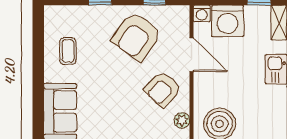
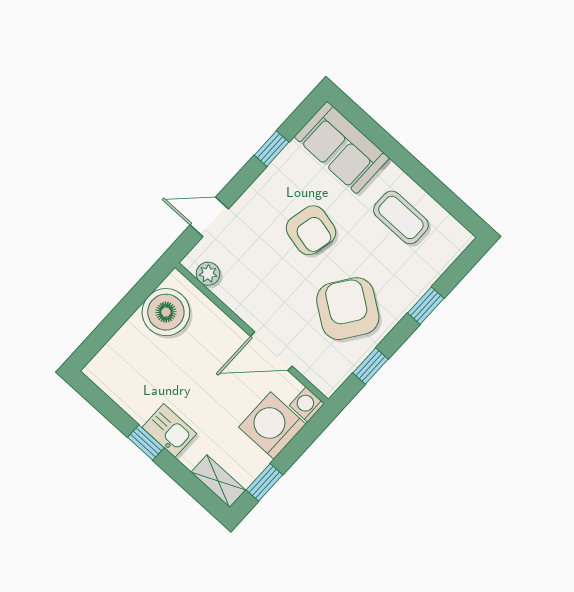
coffee table: (68, 51) -> (401, 217), width x1.36, depth x1.30
armchair: (163, 89) -> (311, 230), moved, turned 150

